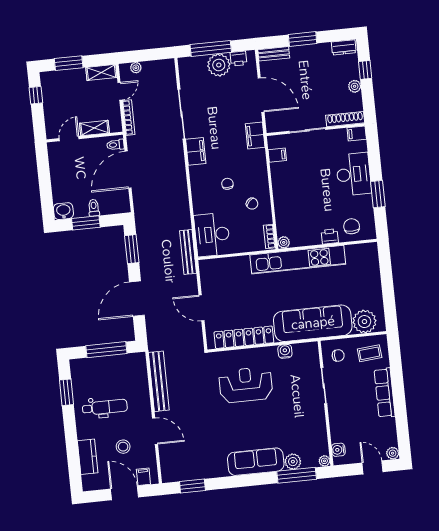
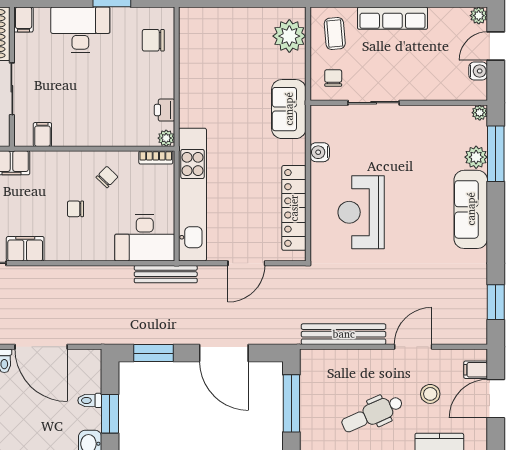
printer: (330, 236) -> (164, 110), moved
kitchen unit: (298, 260) -> (193, 195), moved
sofa: (313, 323) -> (289, 109), width x0.54, depth x0.79
dental chair: (105, 407) -> (372, 414), turned -114
water cooler: (338, 450) -> (478, 71), moved, turned -90

